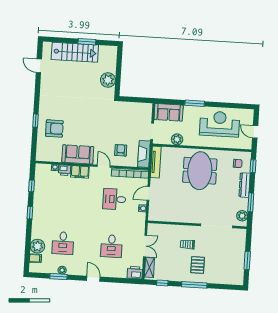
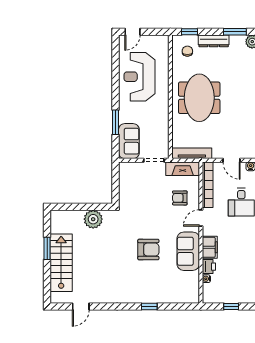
window: (195, 103) -> (116, 122), moved
armchair: (54, 129) -> (148, 250), moved, turned 90
door: (255, 132) -> (132, 32), moved
plant: (177, 139) -> (162, 129), removed
meeting table: (200, 171) -> (199, 98), turned 90

